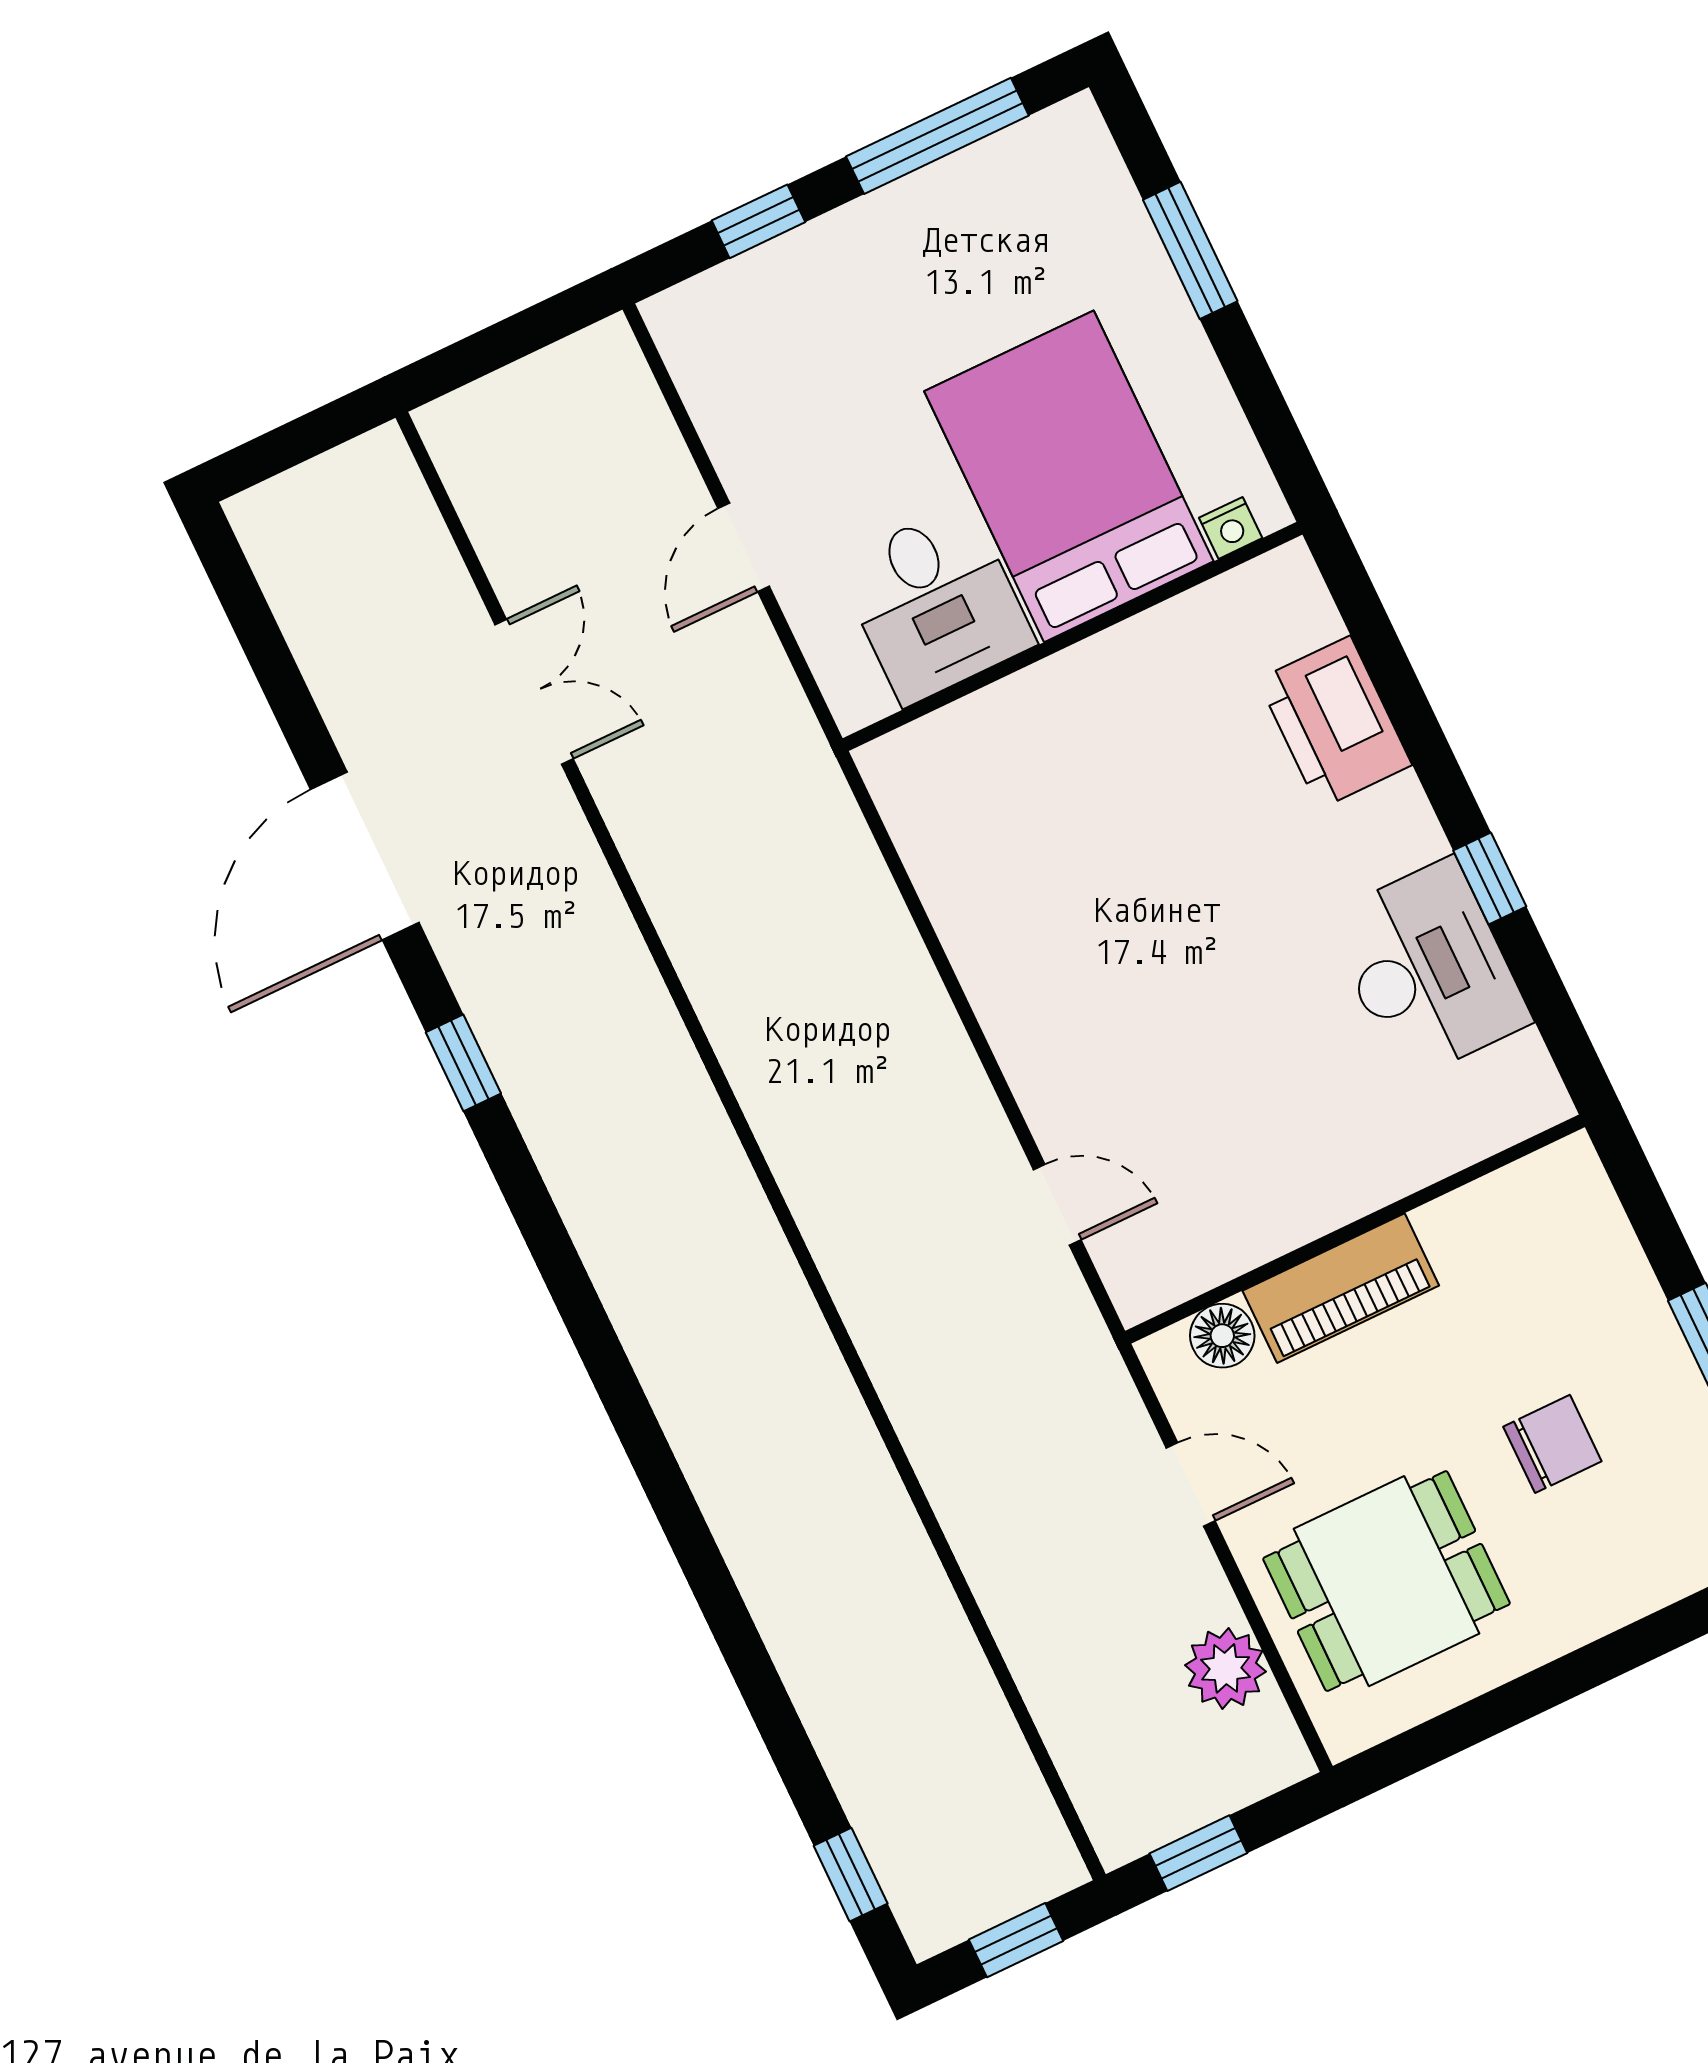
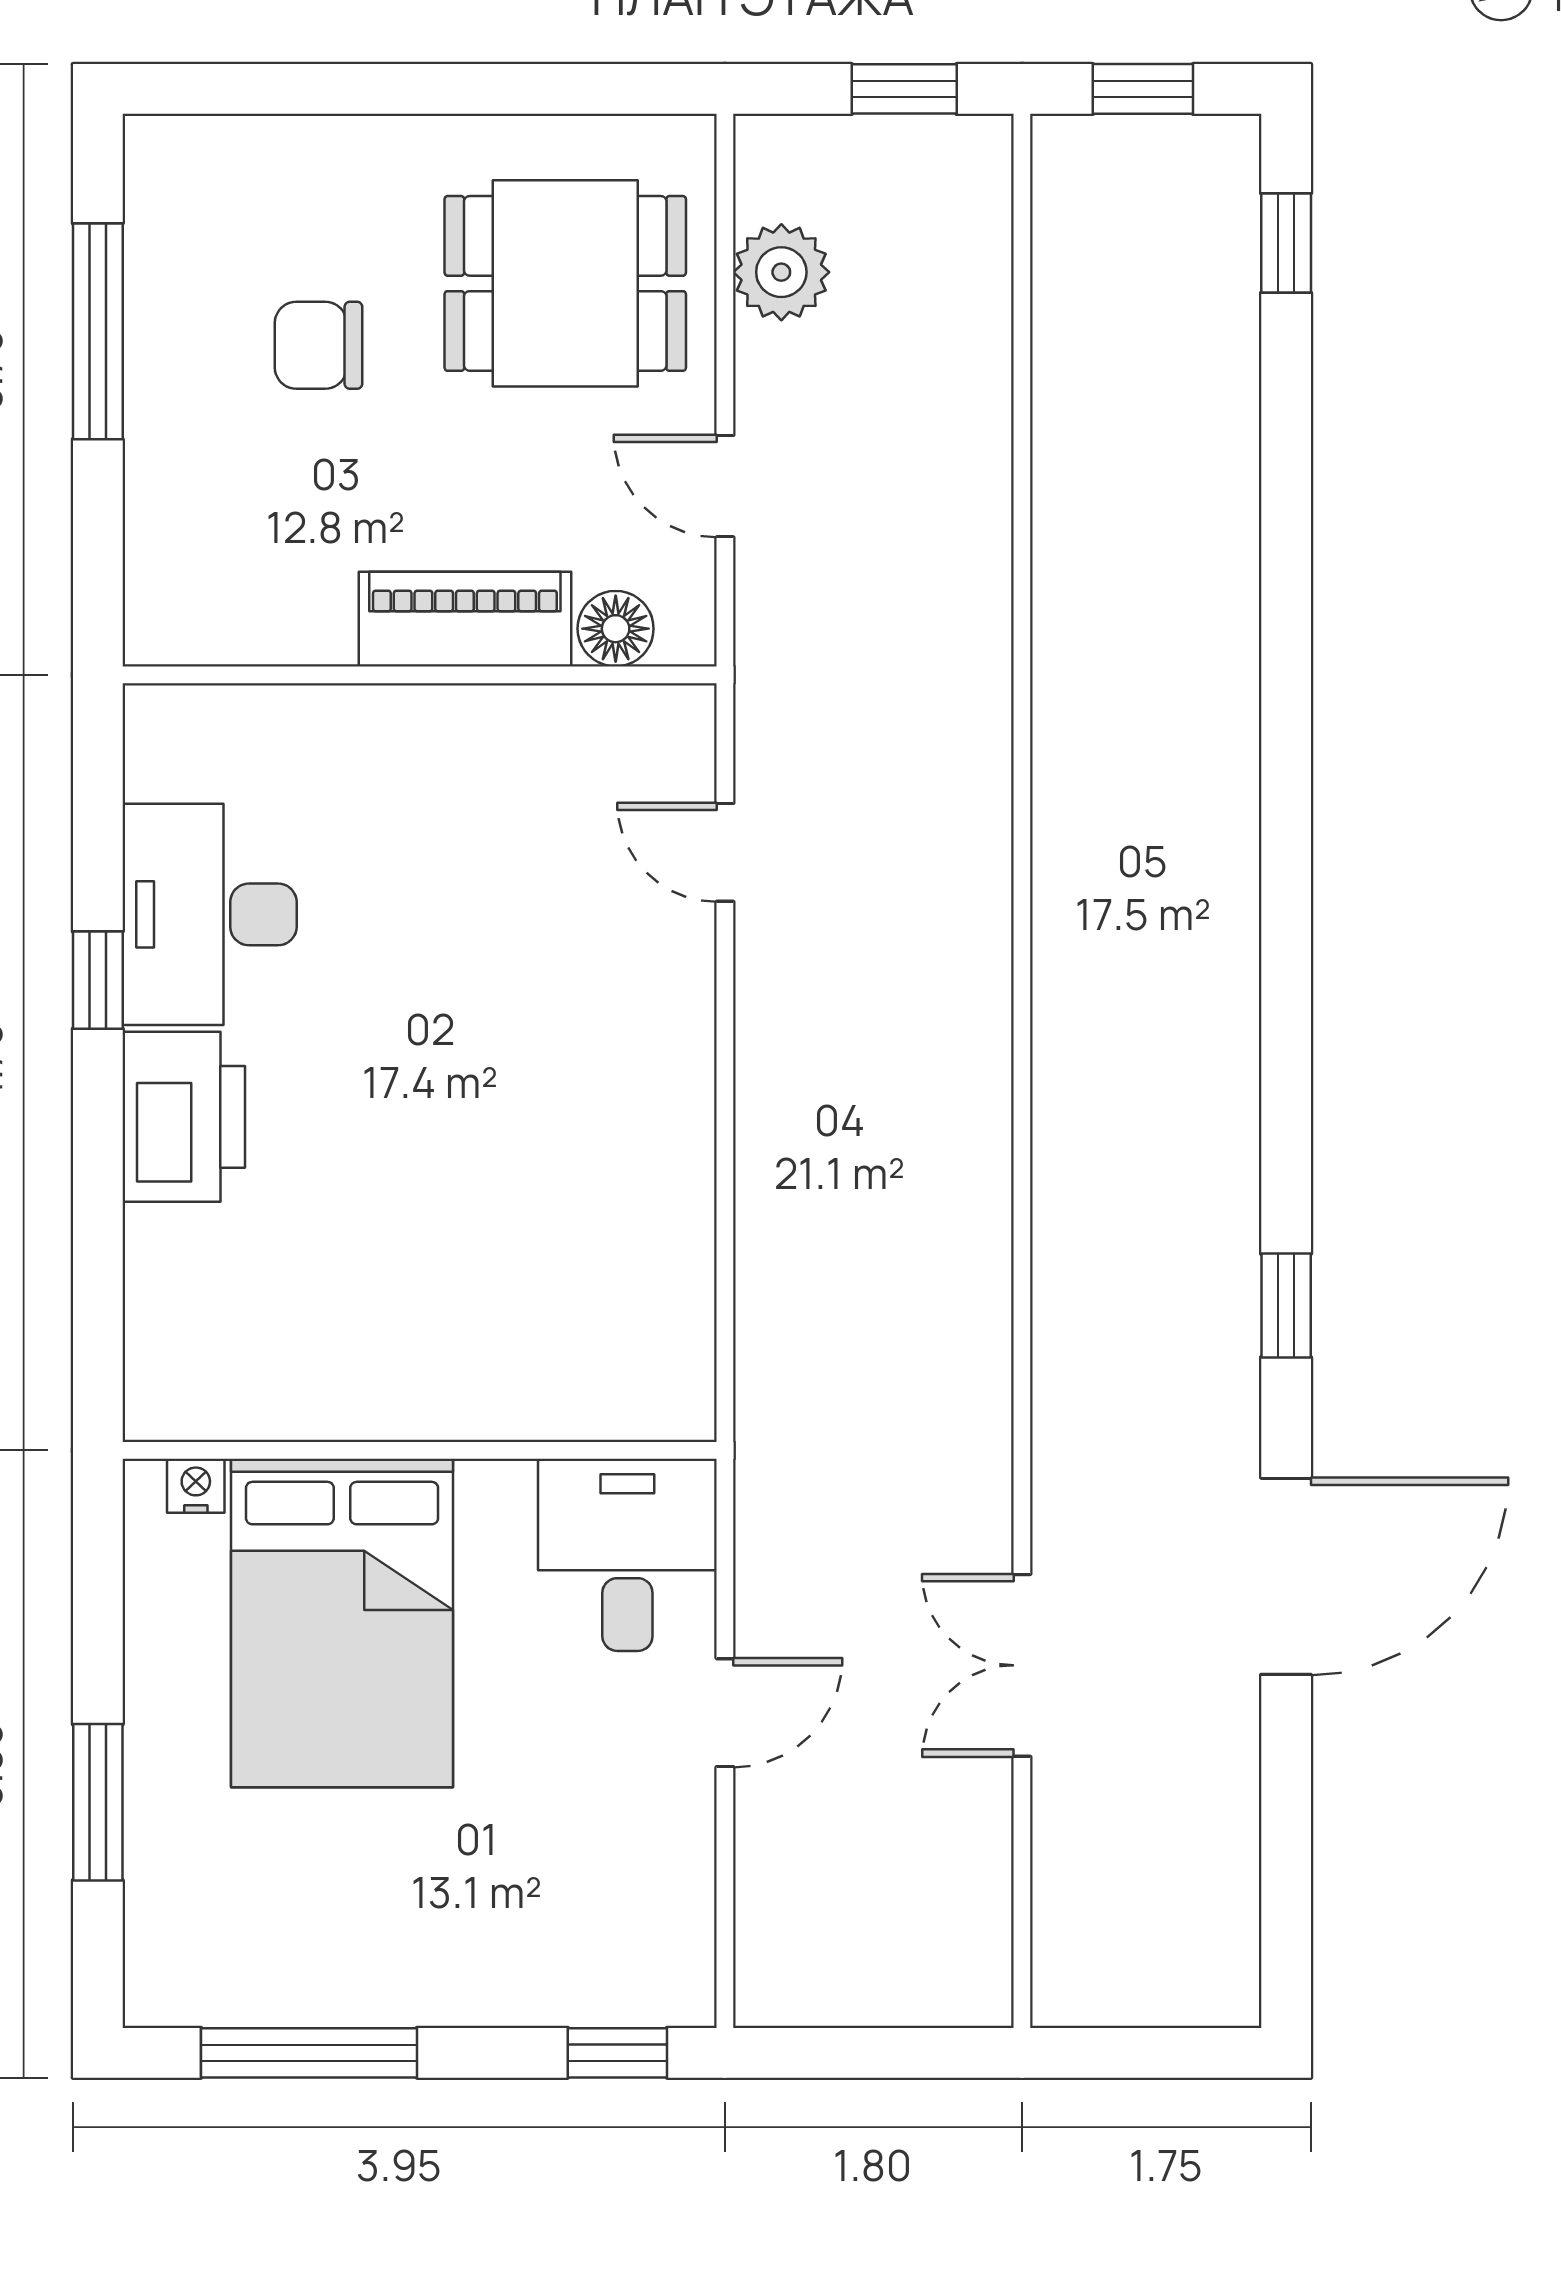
window: (758, 221) -> (617, 2053), moved
desk: (936, 604) -> (627, 1555), moved
printer: (1335, 722) -> (184, 1117), moved

